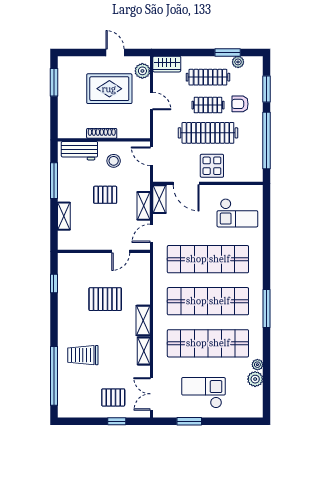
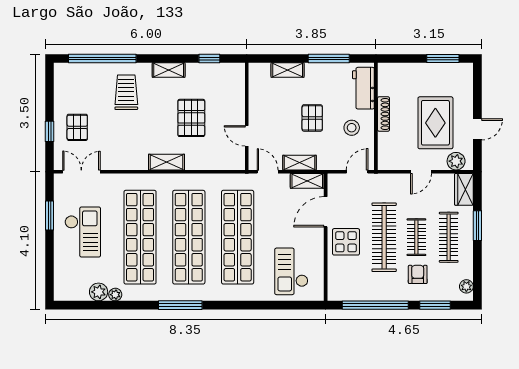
window: (228, 52) -> (477, 226), moved
plant: (238, 62) -> (466, 286), moved
shelving: (144, 351) -> (169, 70), moved

